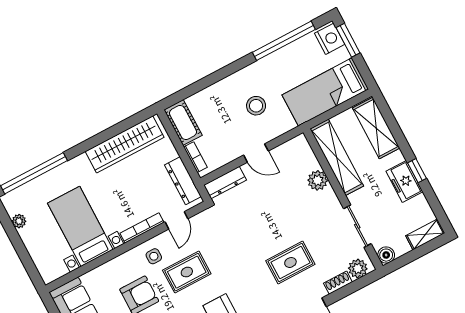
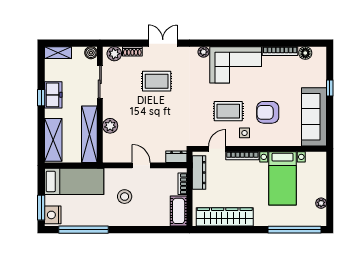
dresser: (225, 183) -> (176, 157), width x0.70

